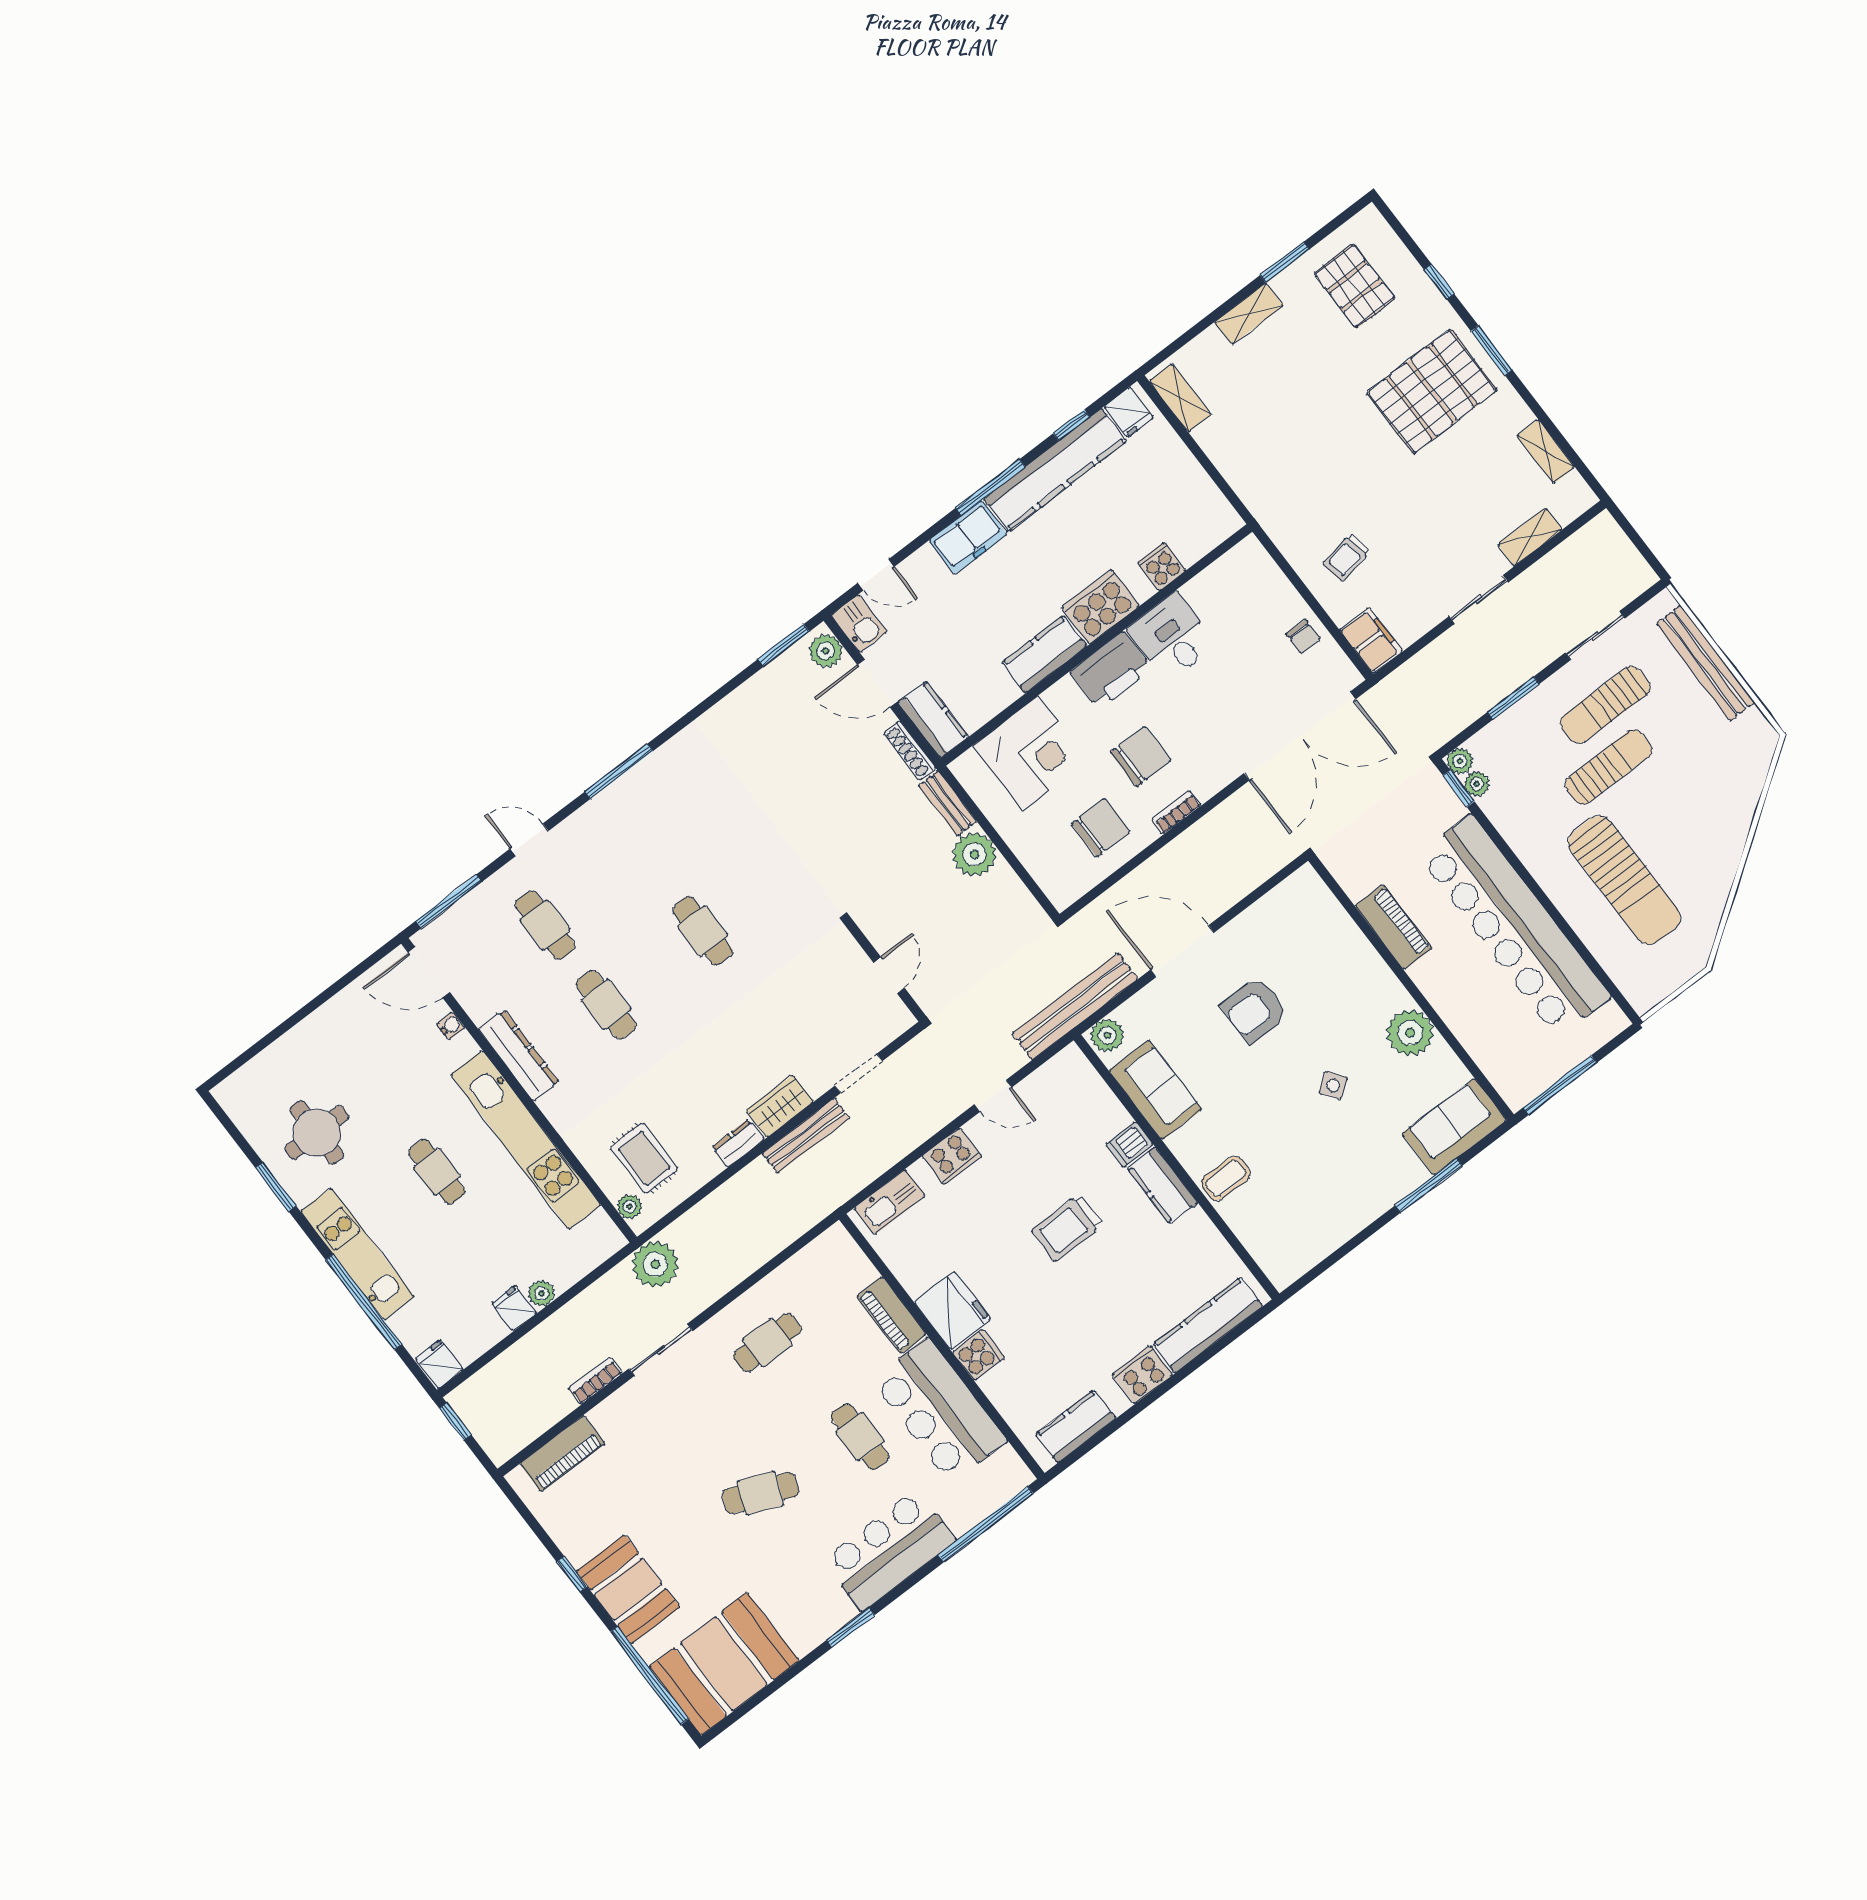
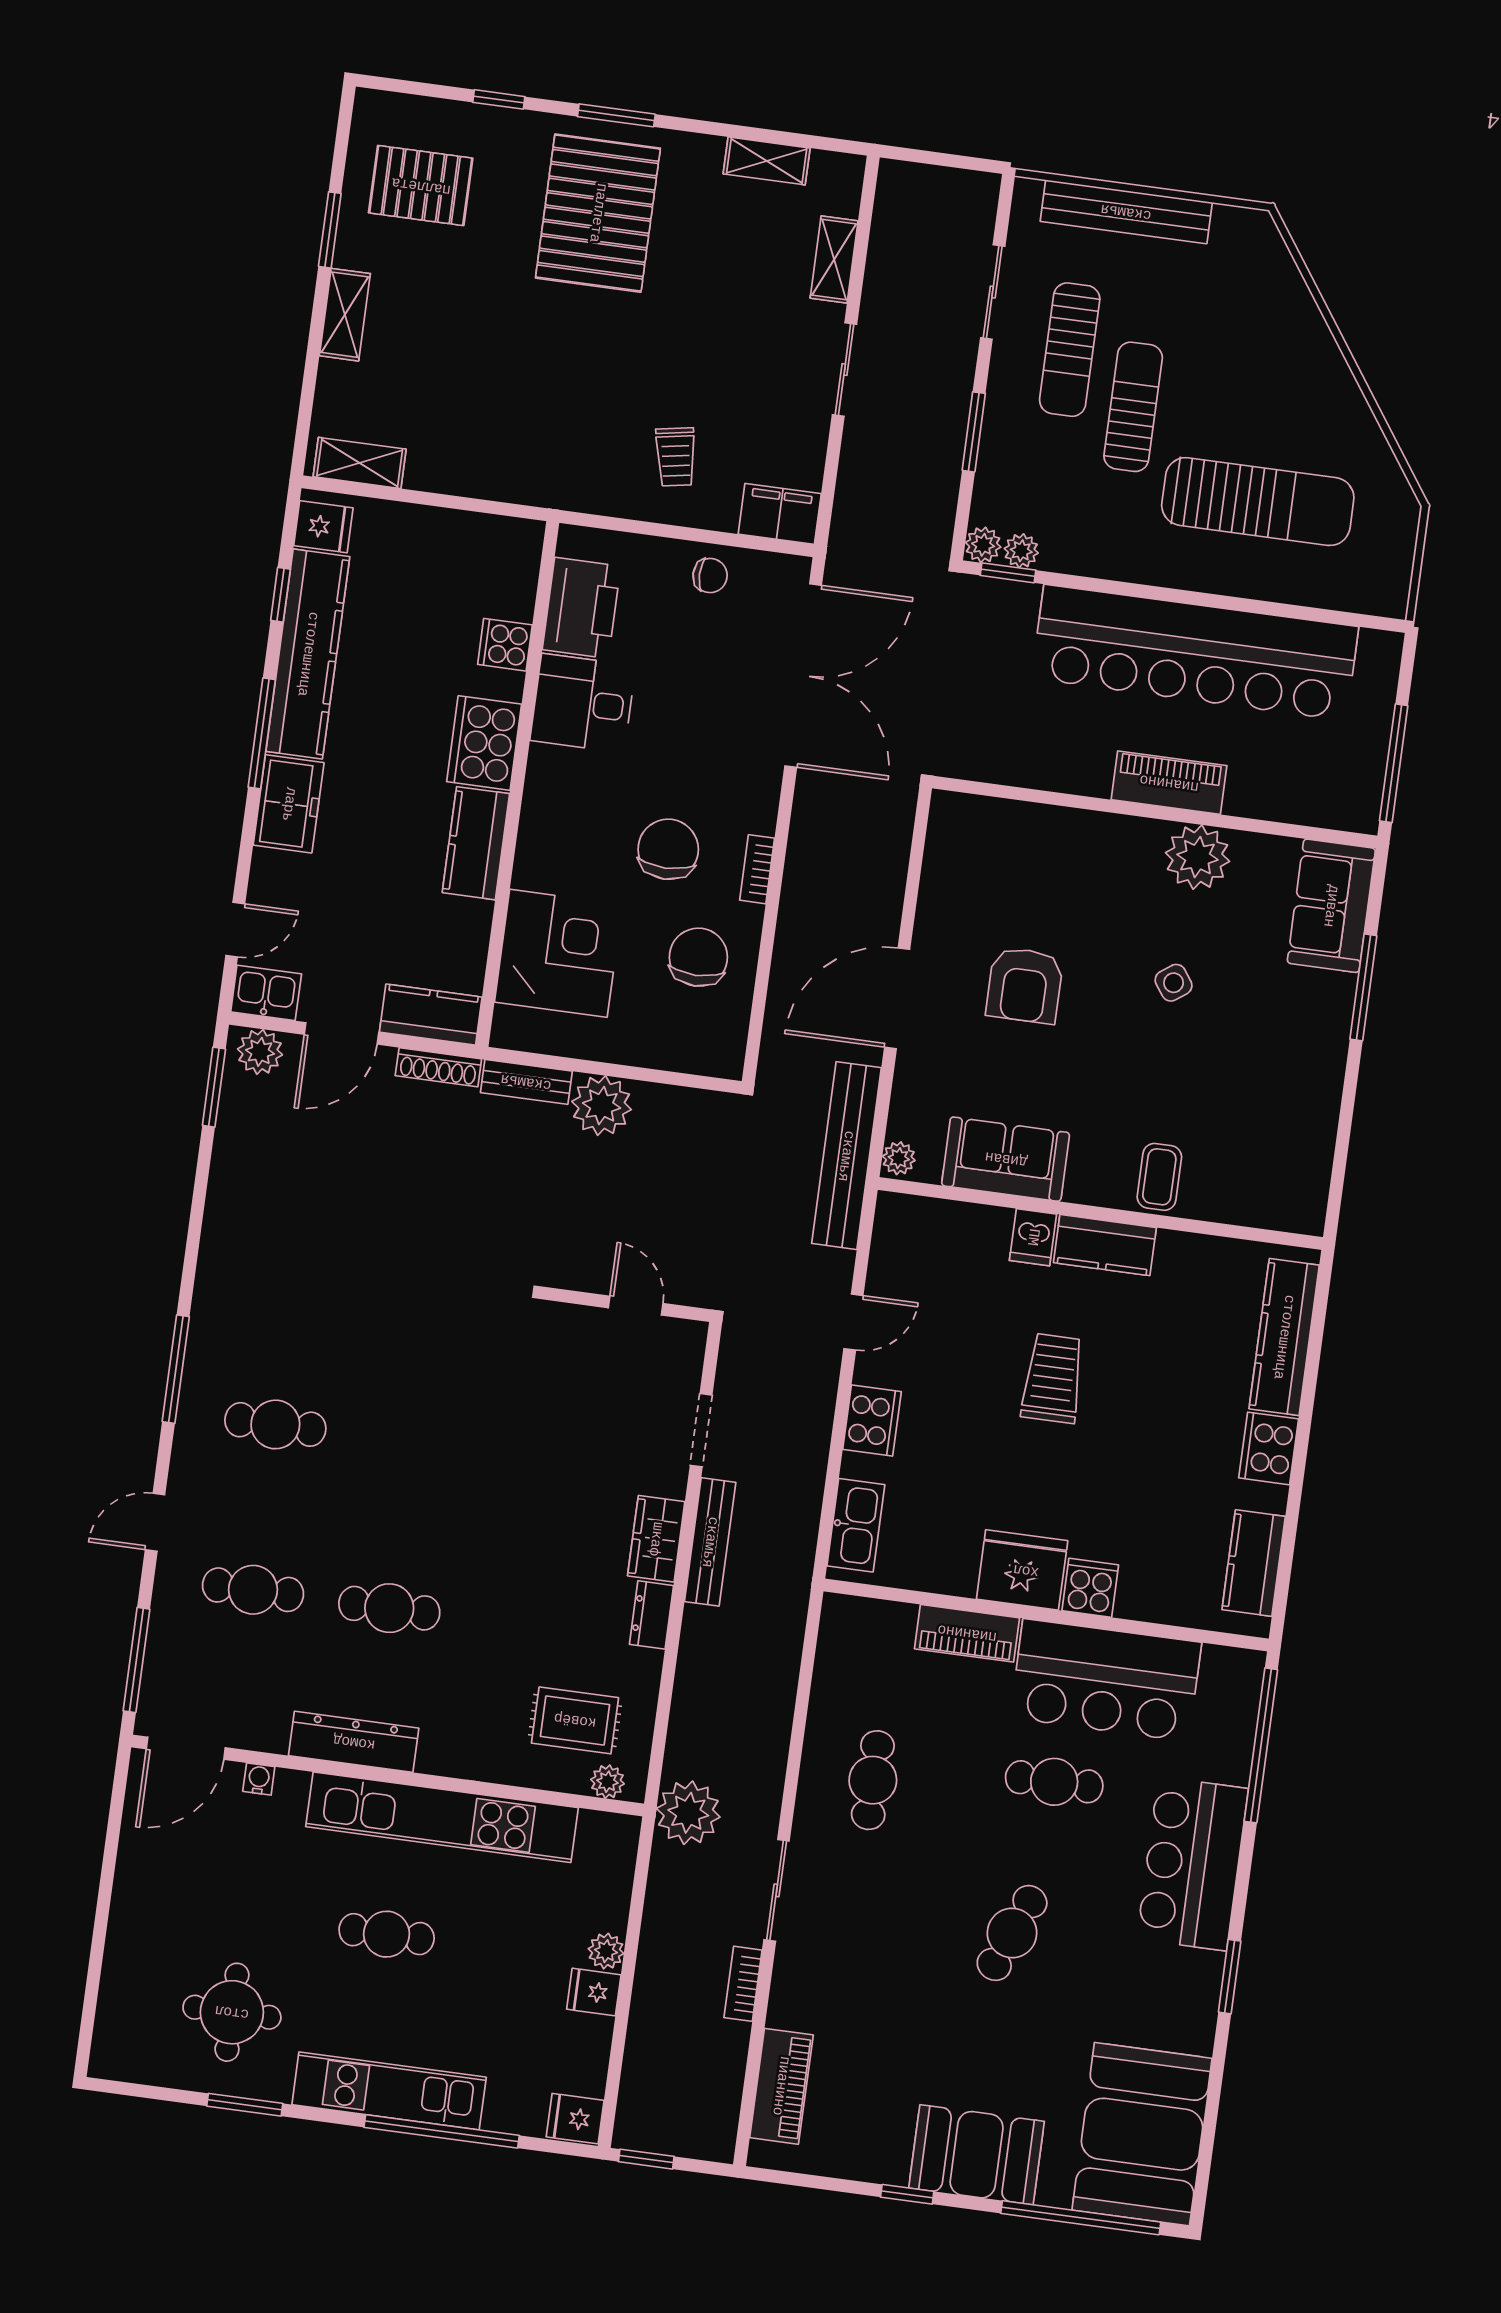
printer: (1111, 670) -> (581, 608), moved
piano: (1394, 927) -> (1169, 783), moved
cafe table: (703, 931) -> (275, 1424), moved
plant: (1107, 1035) -> (899, 1158), width x0.73, depth x0.73
trolley: (1067, 1228) -> (1053, 1378), turned 180

